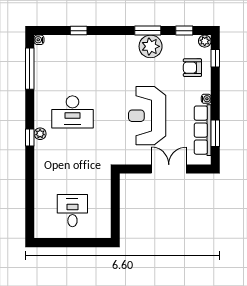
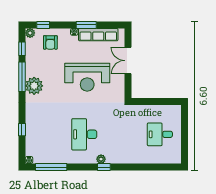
window: (148, 31) -> (22, 77), width x1.44
plant: (151, 46) -> (34, 86), moved
desk: (72, 112) -> (84, 134), turned 180
window: (215, 133) -> (86, 25), moved

